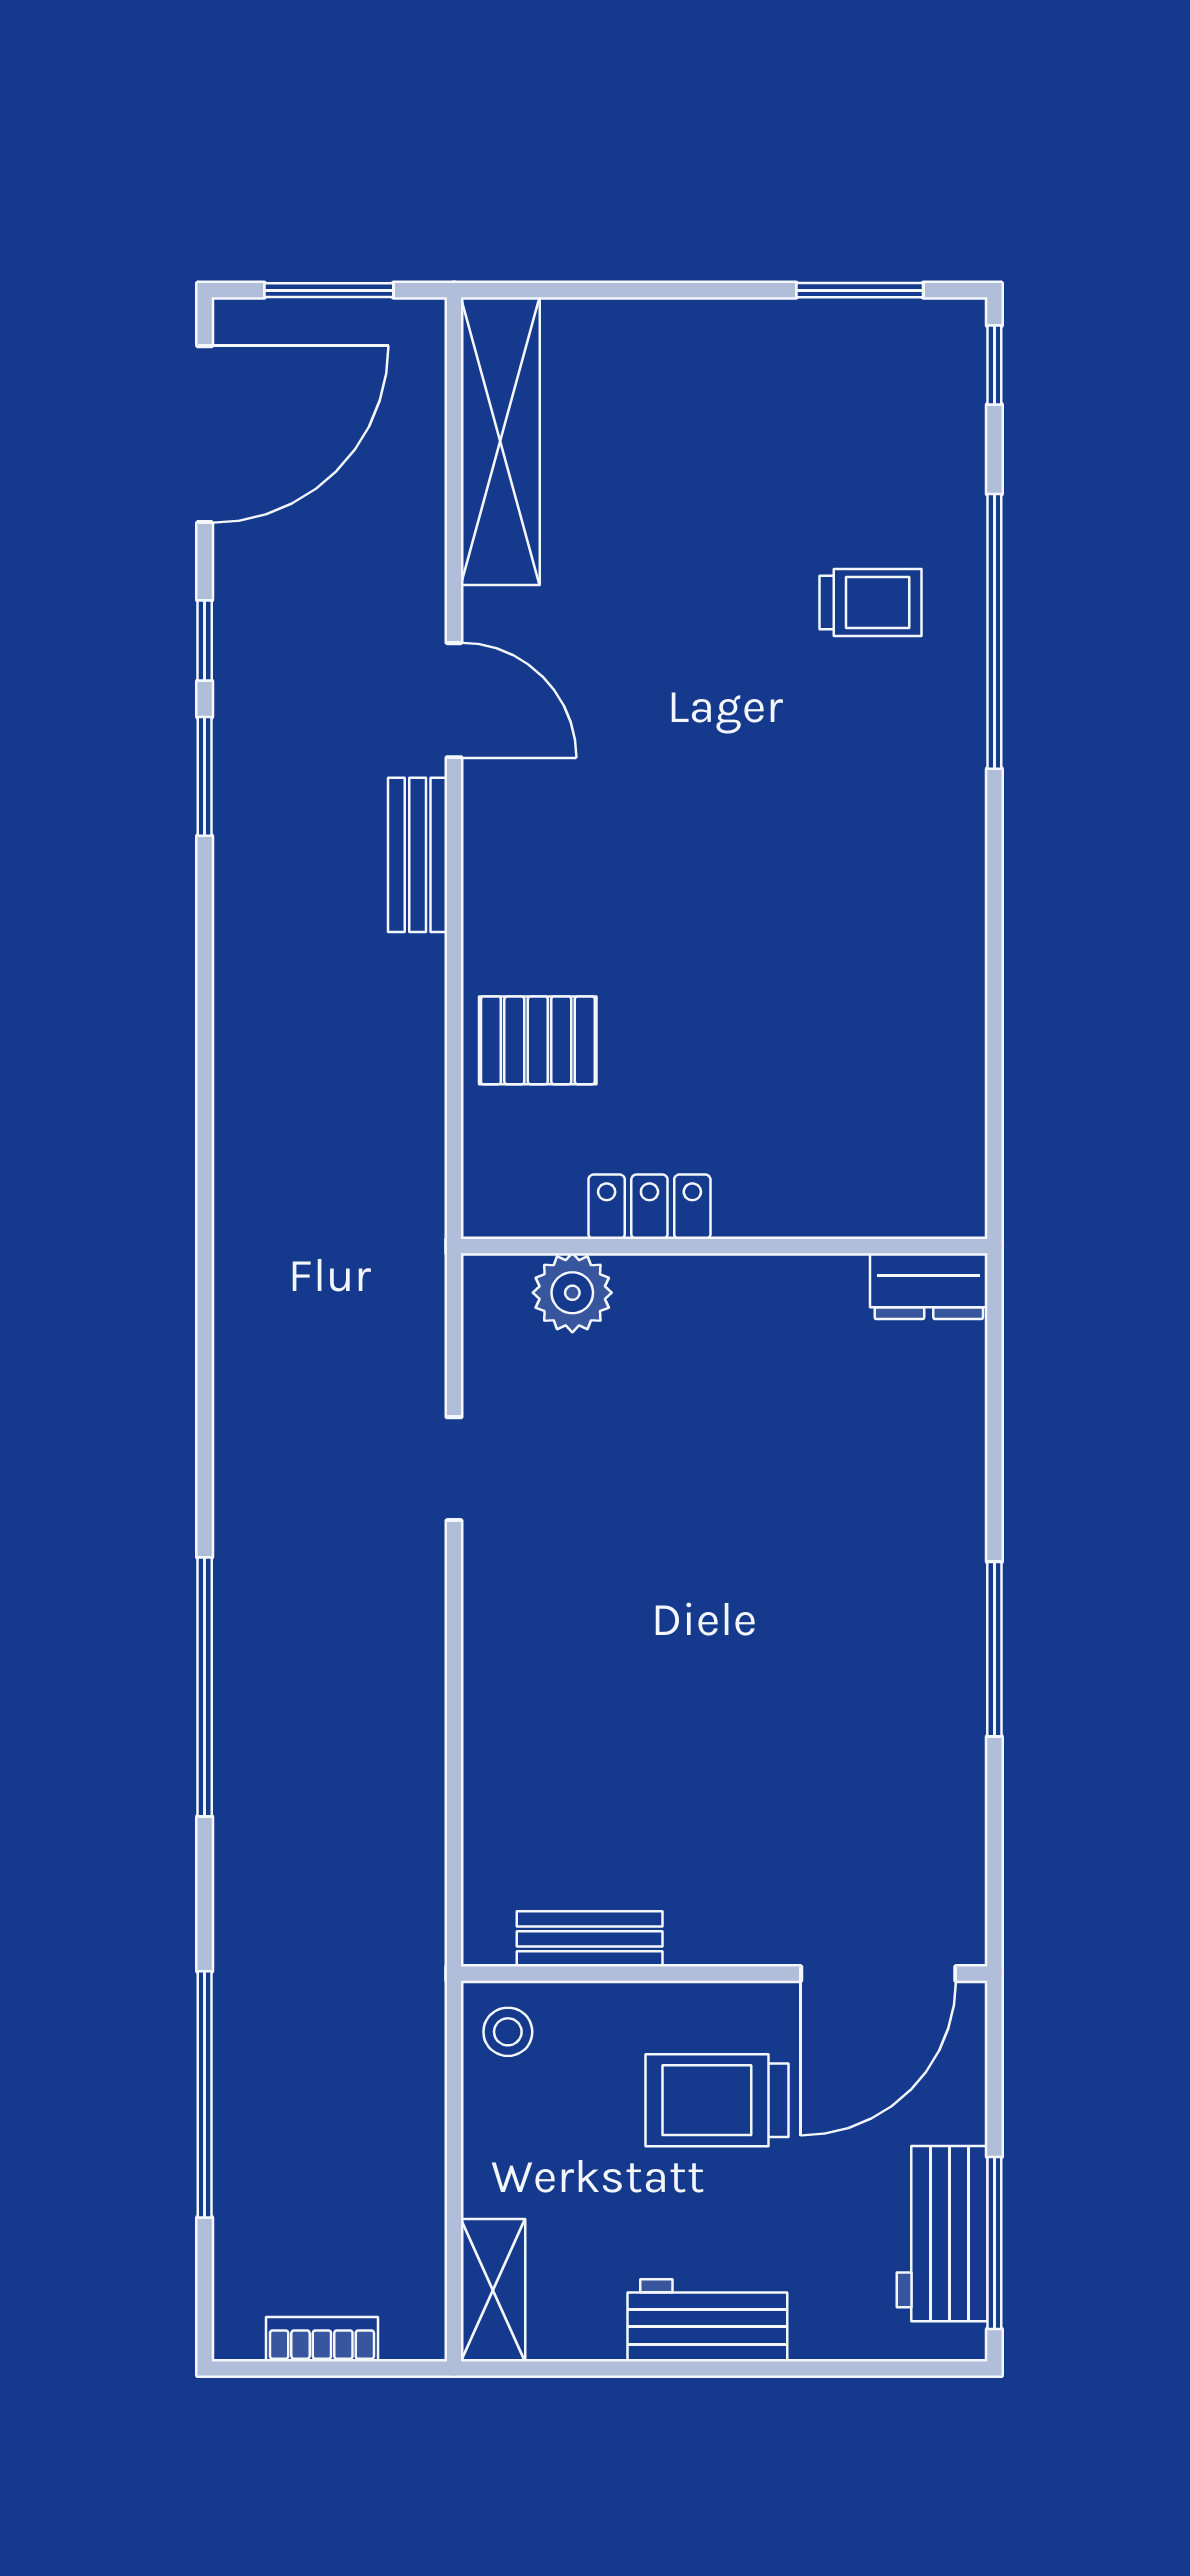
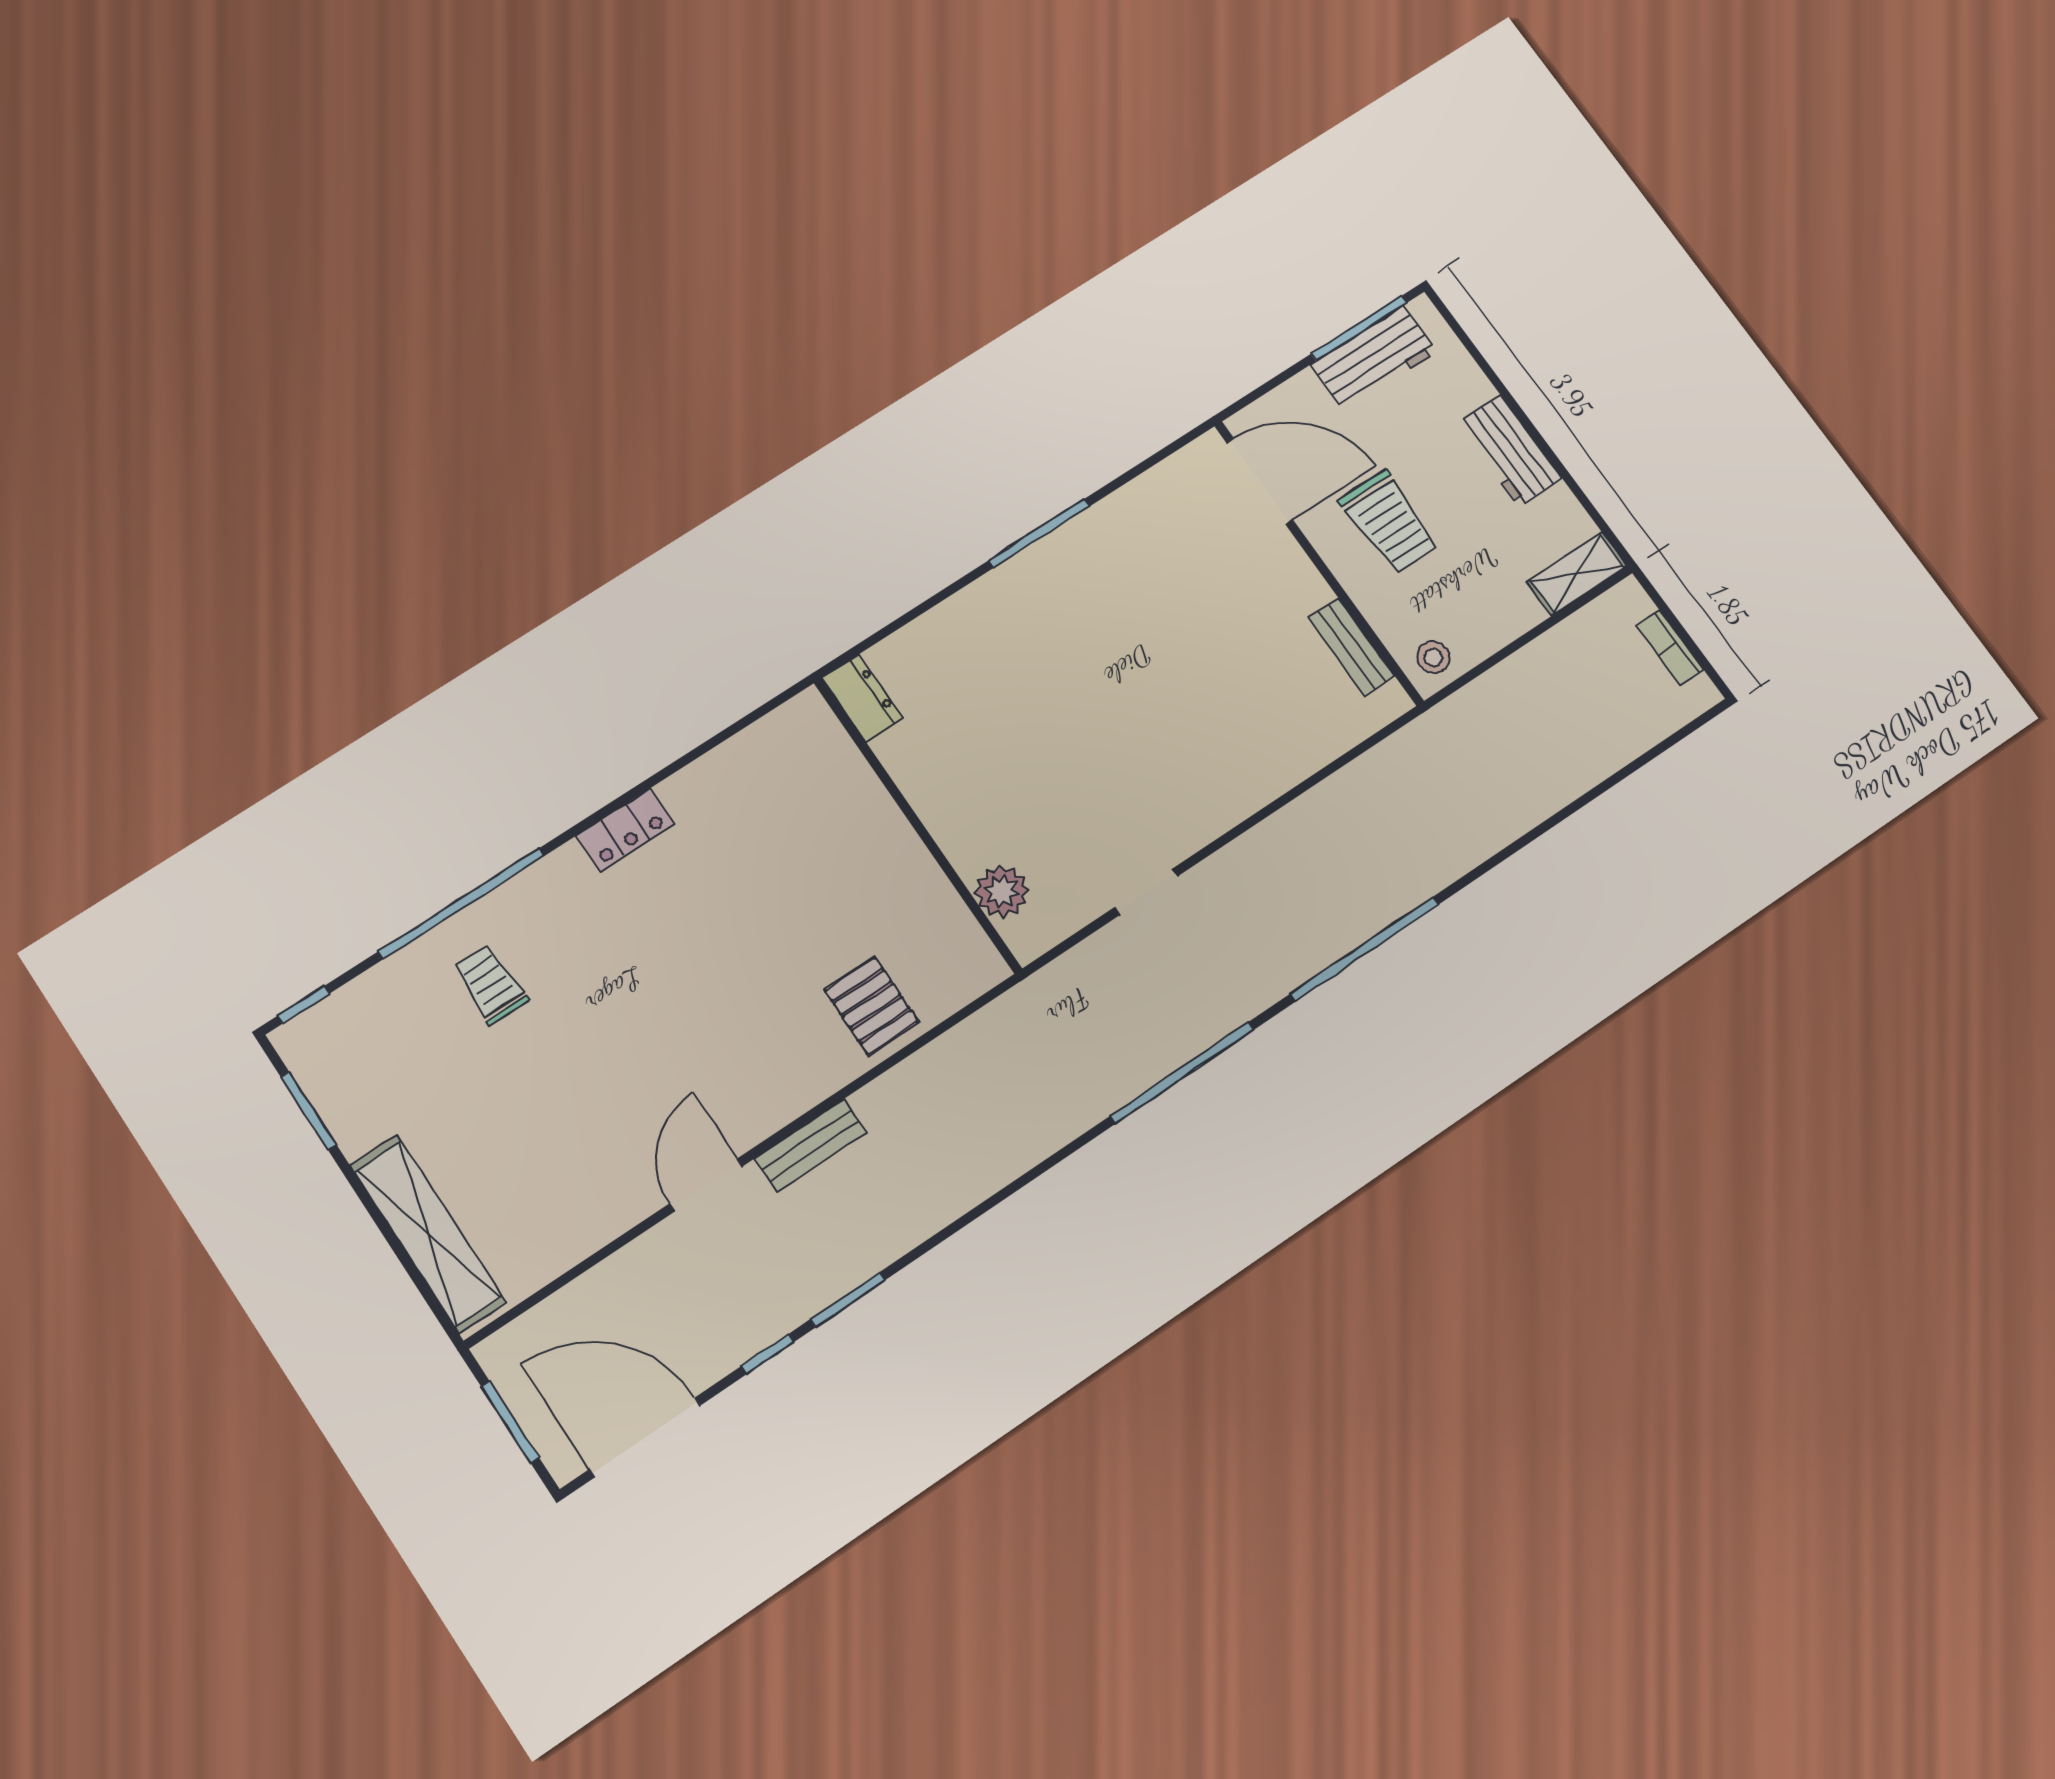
shelving: (500, 441) -> (428, 1234), moved, turned 90
locker: (649, 1207) -> (625, 830), moved, turned -90
window: (205, 2094) -> (1182, 1073), moved

